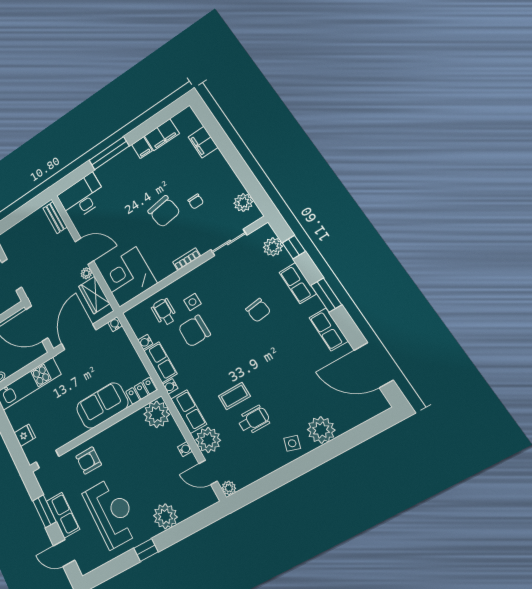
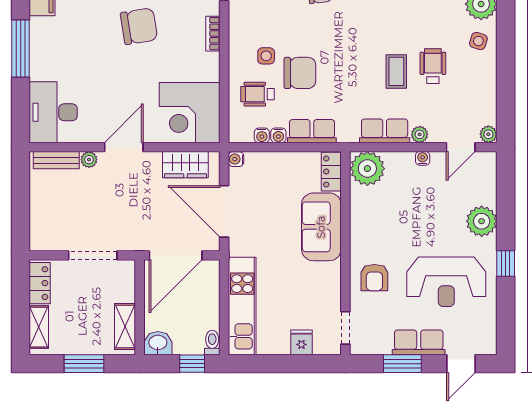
plant: (86, 273) -> (89, 160), moved
chair: (194, 331) -> (300, 73), turned -90
water cooler: (170, 386) -> (262, 135), moved
plant: (208, 440) -> (420, 134), width x0.53, depth x0.53
reception desk: (112, 513) -> (446, 282), turned 180

